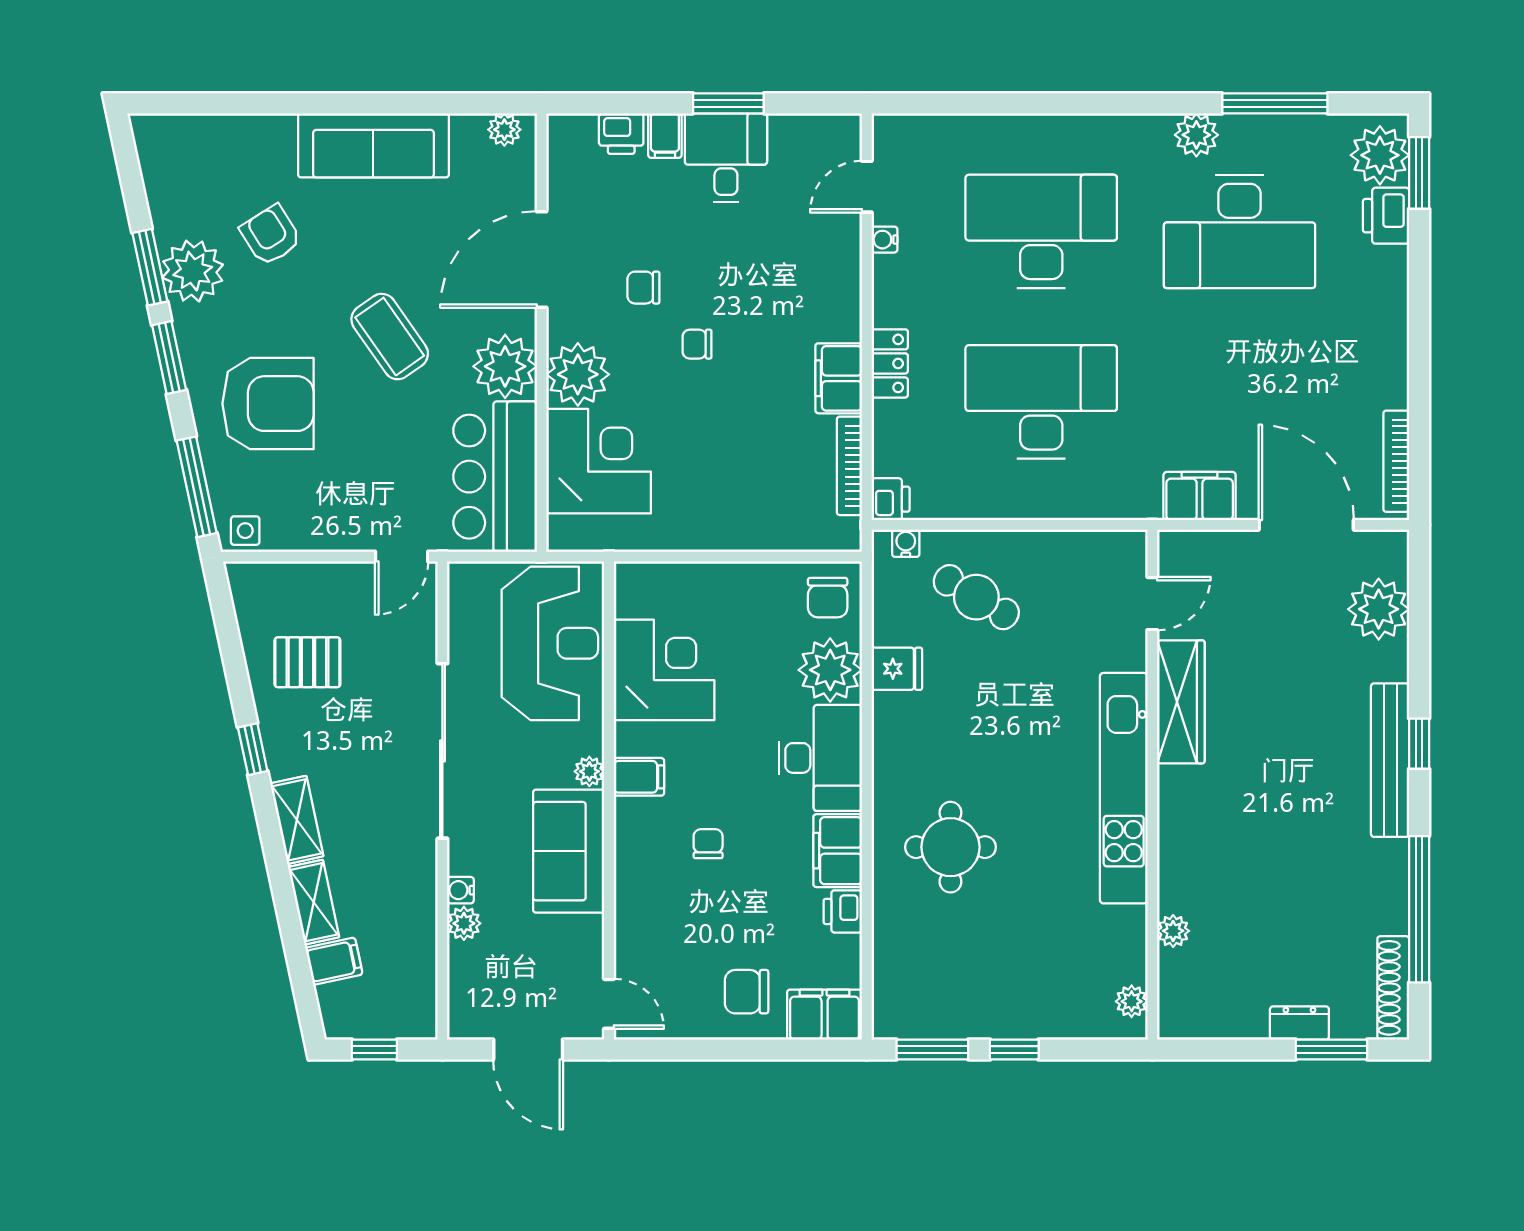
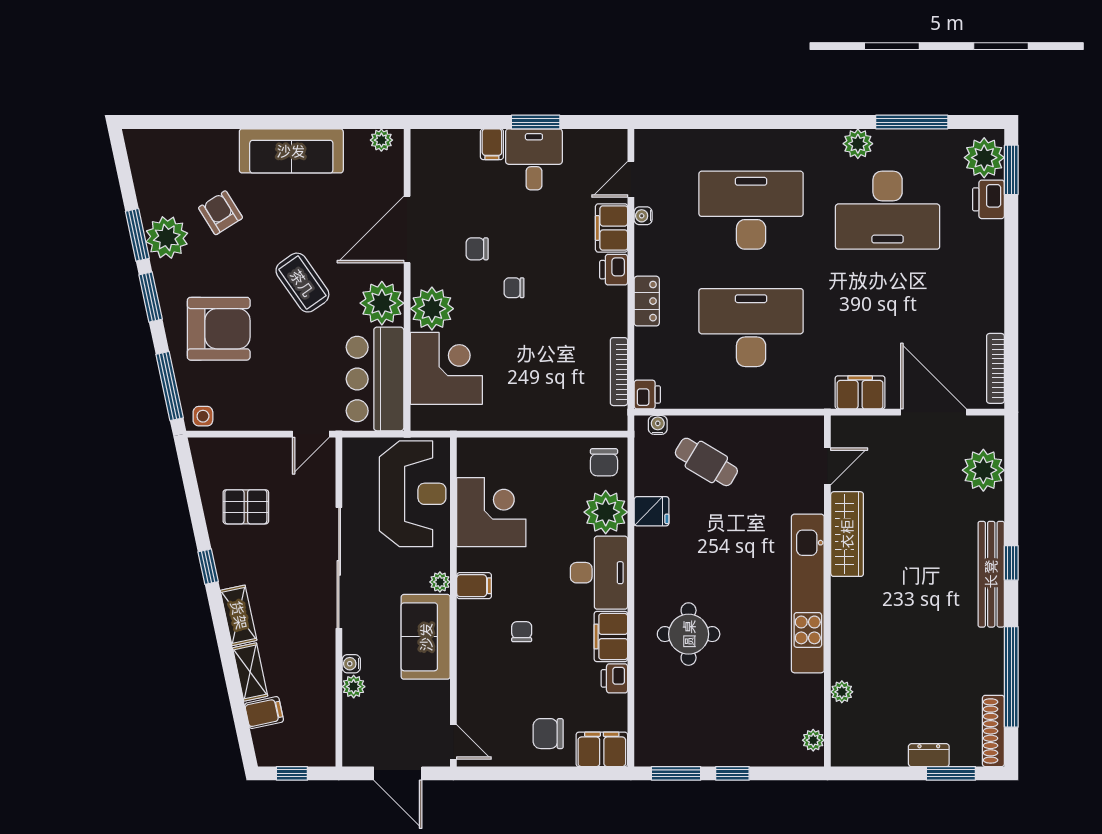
printer: (621, 134) -> (614, 270), moved, turned 90
filing cabinet: (839, 378) -> (612, 228), moved

